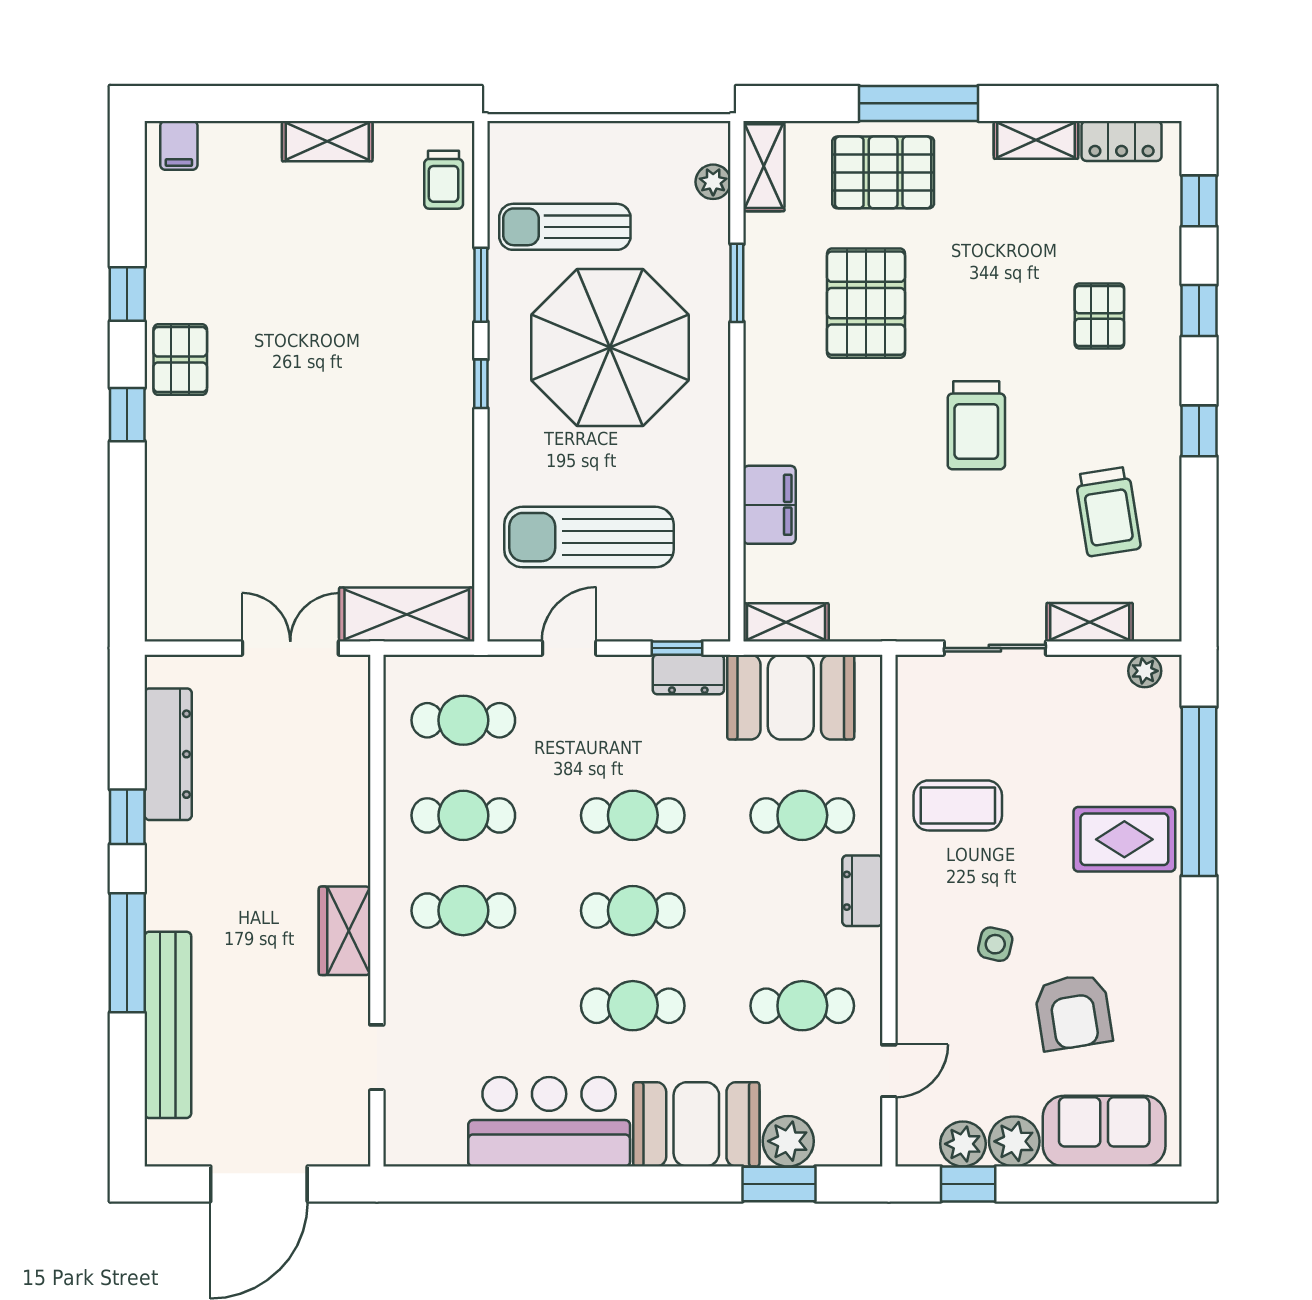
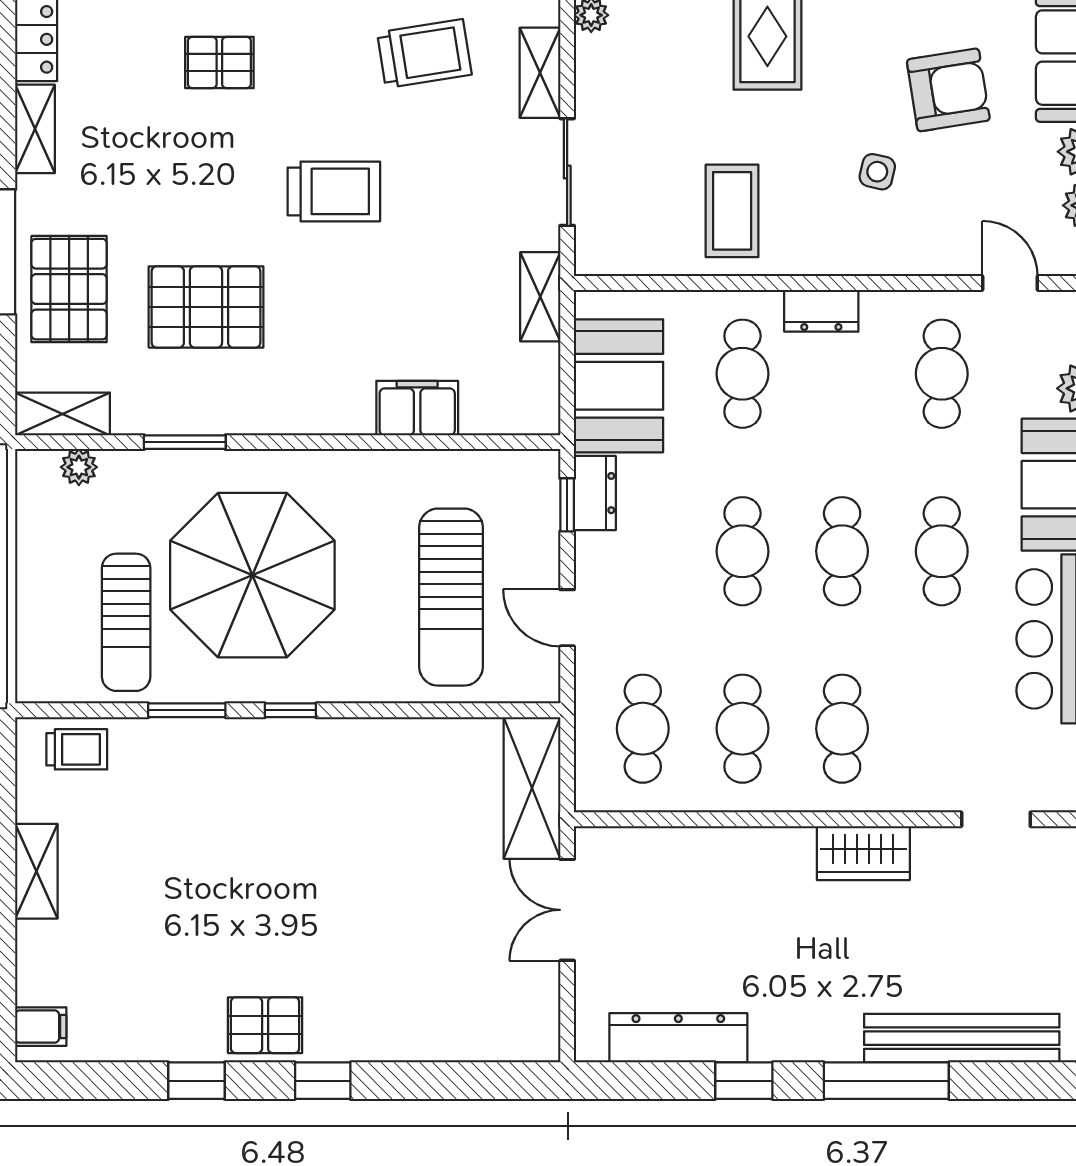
shelving: (786, 622) -> (540, 297), moved

